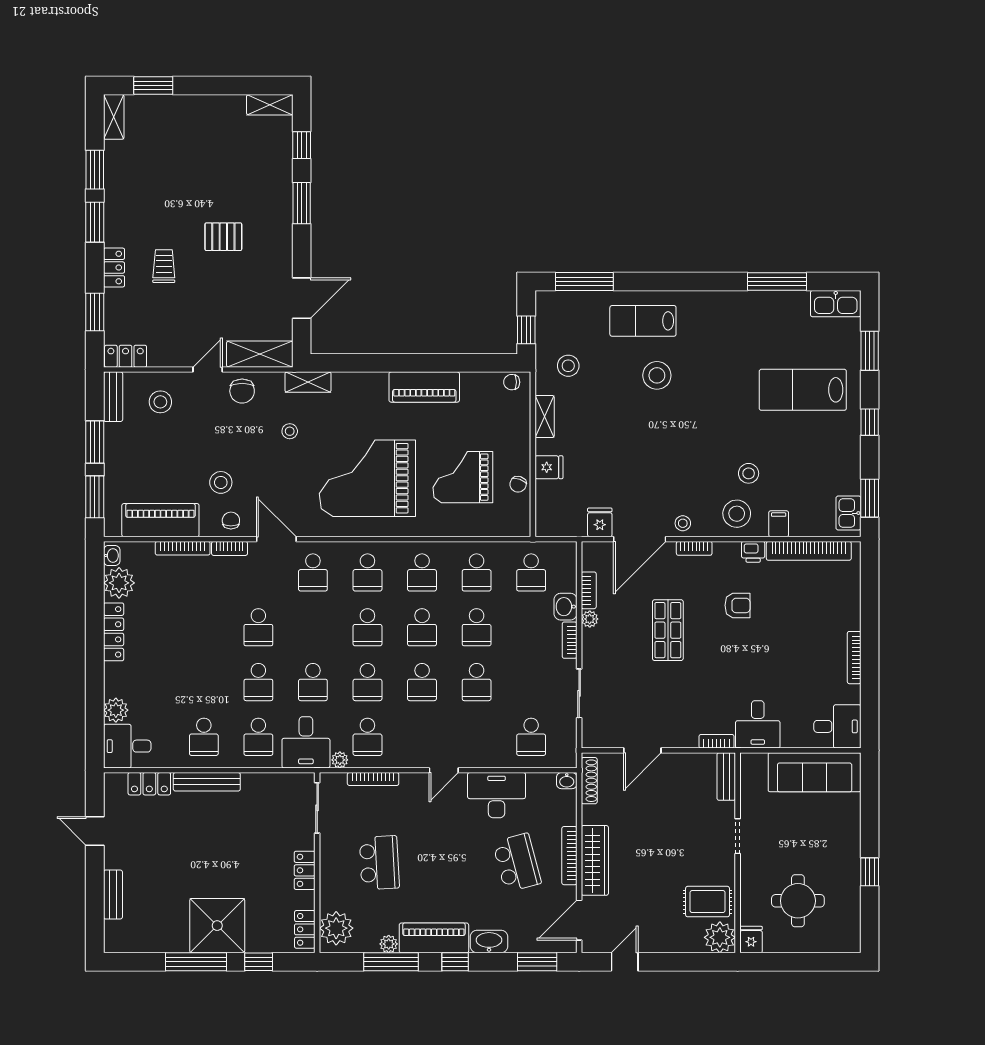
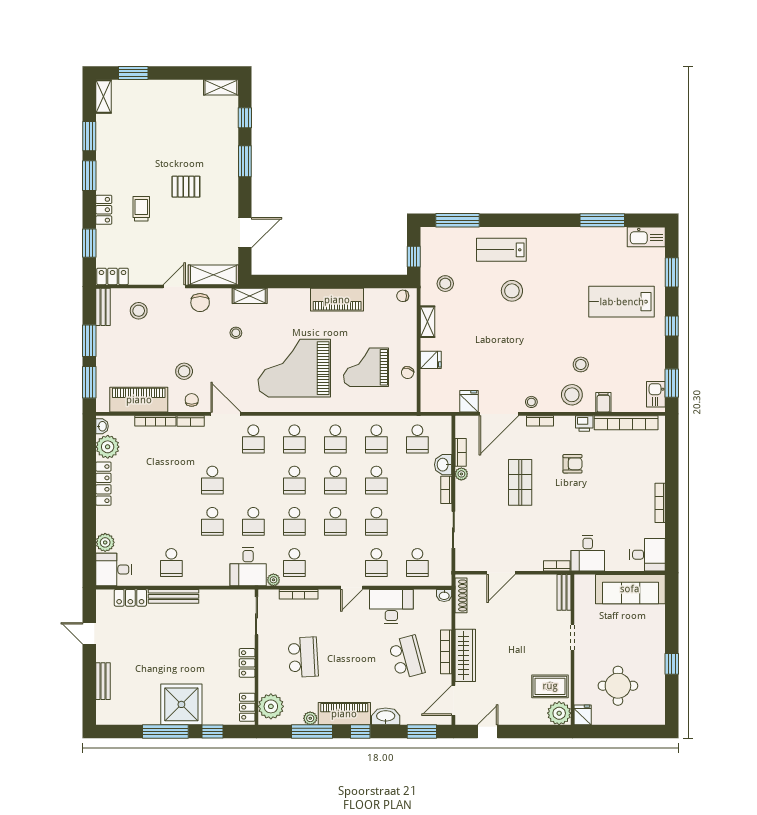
school desk: (258, 737) -> (376, 563), moved

